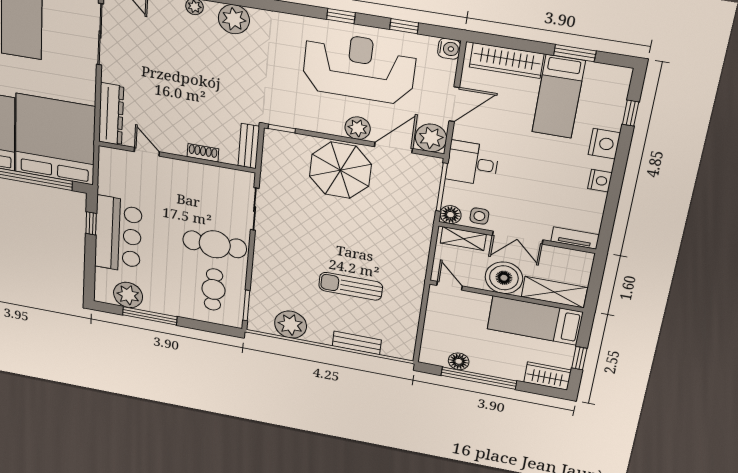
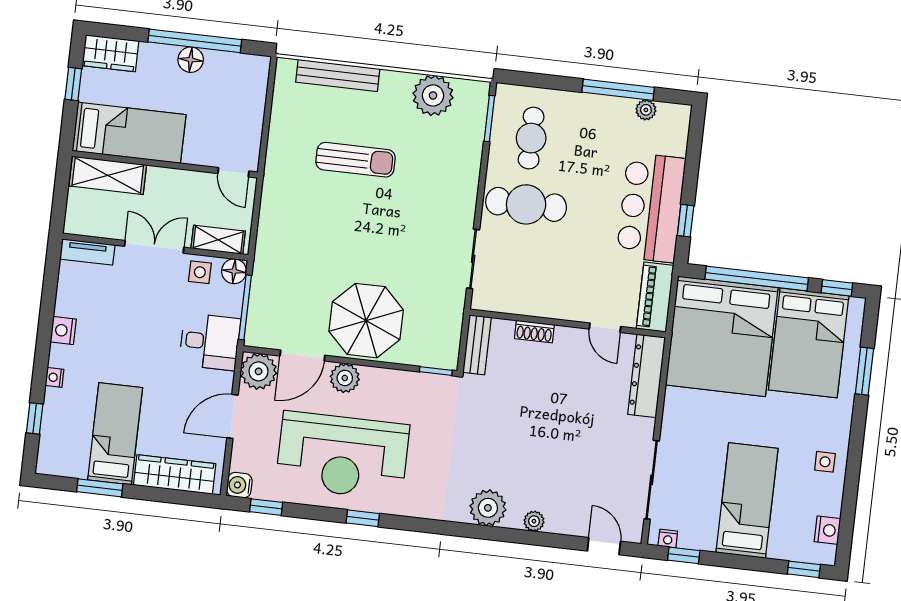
window: (404, 26) -> (266, 507), moved
nightstand: (604, 144) -> (54, 377), width x0.53, depth x0.56
piano: (110, 171) -> (655, 297), added
boiler: (504, 278) -> (168, 190), removed
plant: (128, 295) -> (646, 110), width x0.53, depth x0.53
bench: (357, 343) -> (338, 76), width x1.36
floor lamp: (459, 361) -> (191, 60), moved

